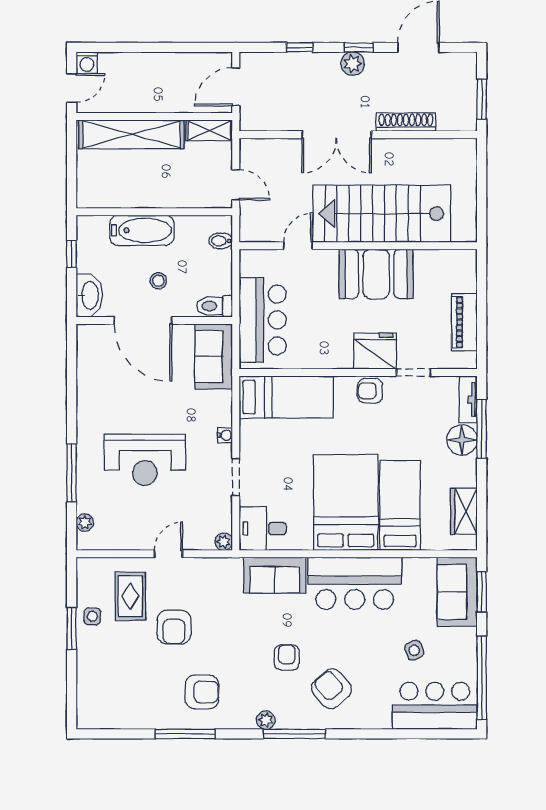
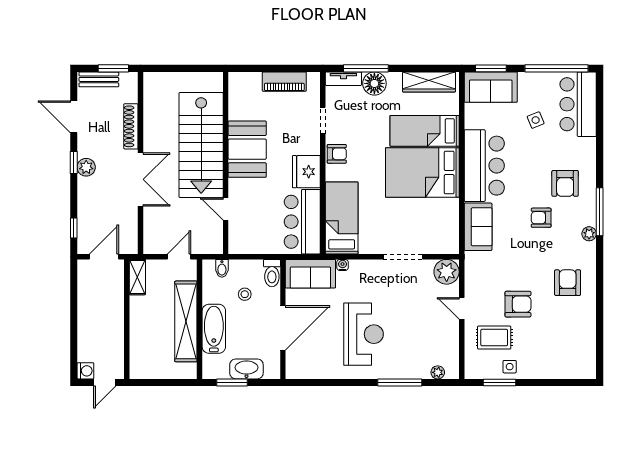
window: (300, 47) -> (74, 228), moved
bench: (467, 80) -> (99, 79), added
door: (236, 87) -> (104, 257), swing flipped
door: (72, 88) -> (105, 383), swing flipped
shelving: (132, 134) -> (186, 321), moved
window: (72, 254) -> (232, 383), width x1.50
stool: (158, 281) -> (245, 294), moved
washbasin: (89, 295) -> (246, 369), moved
bar counter: (263, 320) -> (302, 222), moved, turned -90
fridge: (375, 351) -> (306, 172), moved
armchair: (370, 391) -> (337, 154), turned -90
water cooler: (225, 435) -> (343, 265), moved
reception desk: (145, 460) -> (364, 334), moved
doorway: (236, 477) -> (403, 257), width x1.38
wardrobe: (464, 511) -> (429, 82), width x1.50
desk: (263, 529) -> (442, 236), removed
plant: (224, 542) -> (447, 272), width x1.88, depth x1.88
window: (72, 628) -> (499, 383), moved
armchair: (332, 689) -> (565, 183), turned -50
window: (185, 734) -> (600, 296), removed

